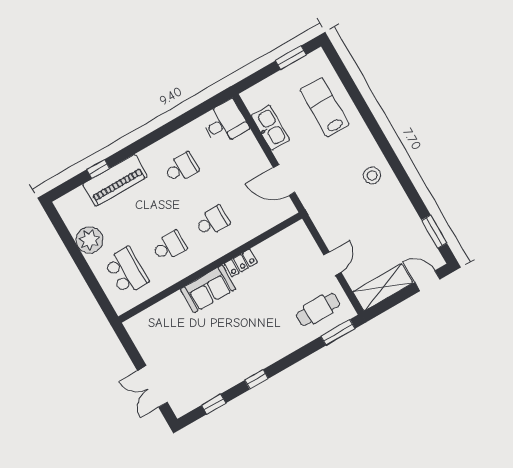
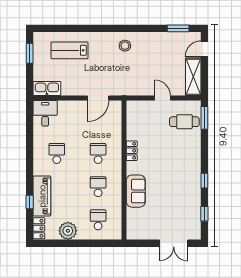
kitchen sink: (270, 128) -> (47, 88), moved
locker: (71, 201) -> (39, 228), added
school desk: (126, 271) -> (98, 220), width x0.54
sofa: (208, 289) -> (136, 191), moved
cafe table: (318, 310) -> (184, 122), turned 90

